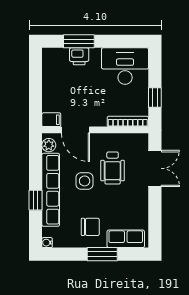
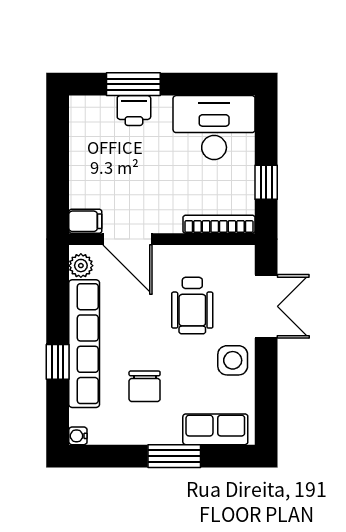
side table: (85, 181) -> (233, 360), moved
chair: (90, 227) -> (145, 386), moved, turned 90

